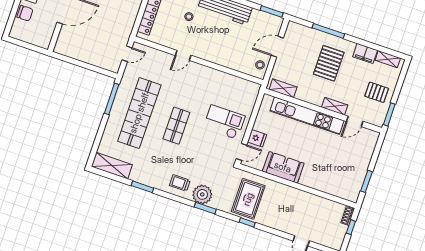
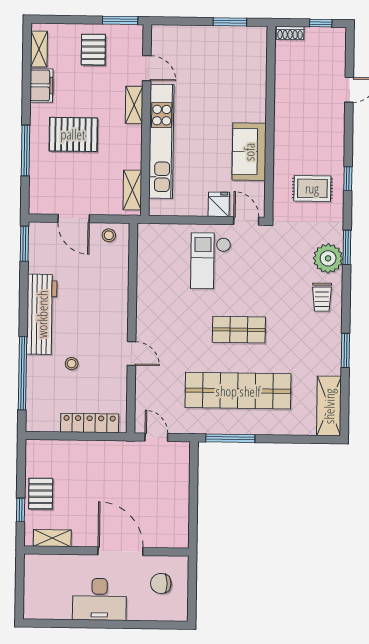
chair: (25, 13) -> (161, 583), moved, turned -90
rug: (248, 199) -> (312, 188), width x0.73, depth x0.70
window: (351, 227) -> (321, 23), moved

